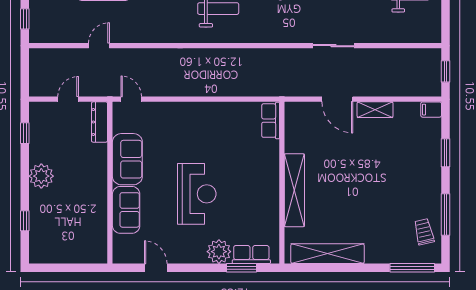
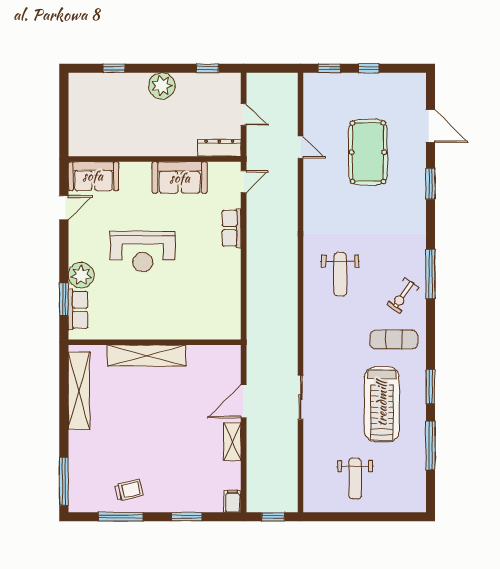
row of seats: (271, 121) -> (232, 228), moved, turned -90
sofa: (126, 210) -> (93, 176), moved
trolley: (424, 232) -> (129, 490), moved

